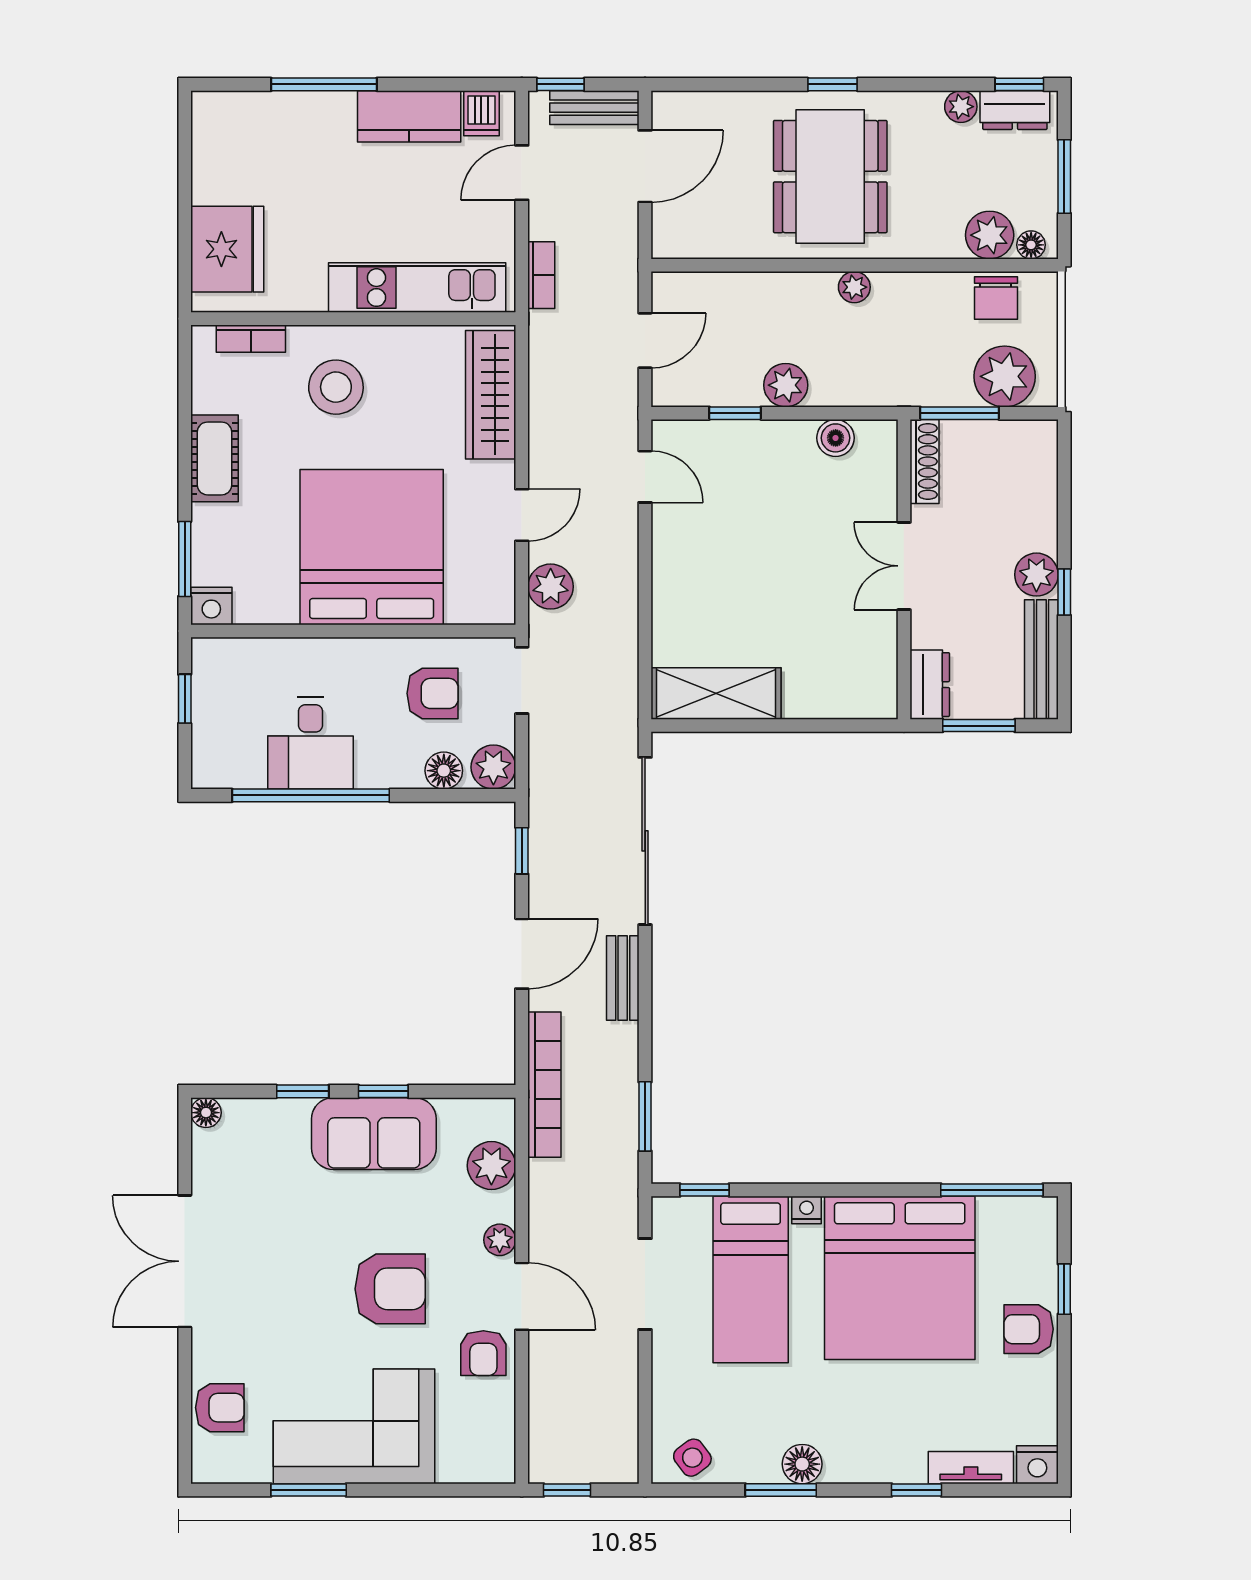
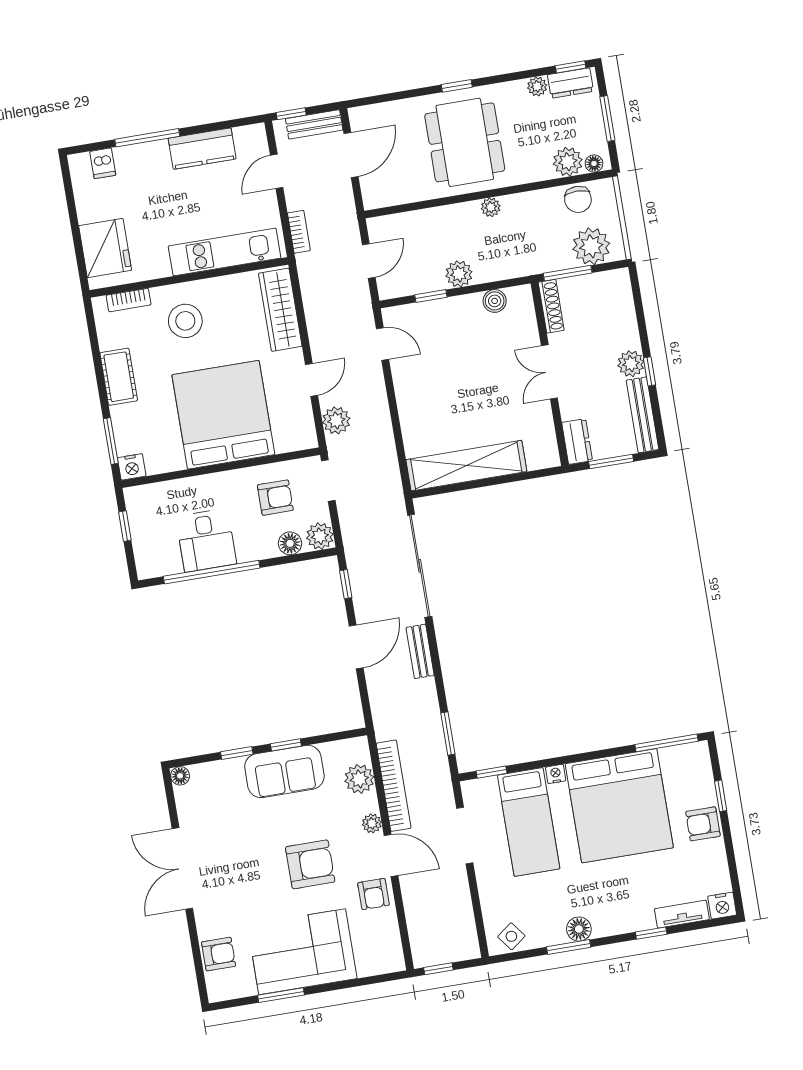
dishwasher: (481, 113) -> (103, 163), moved
shelving: (716, 693) -> (466, 466), width x1.47
bookcase: (544, 1085) -> (394, 786), moved

